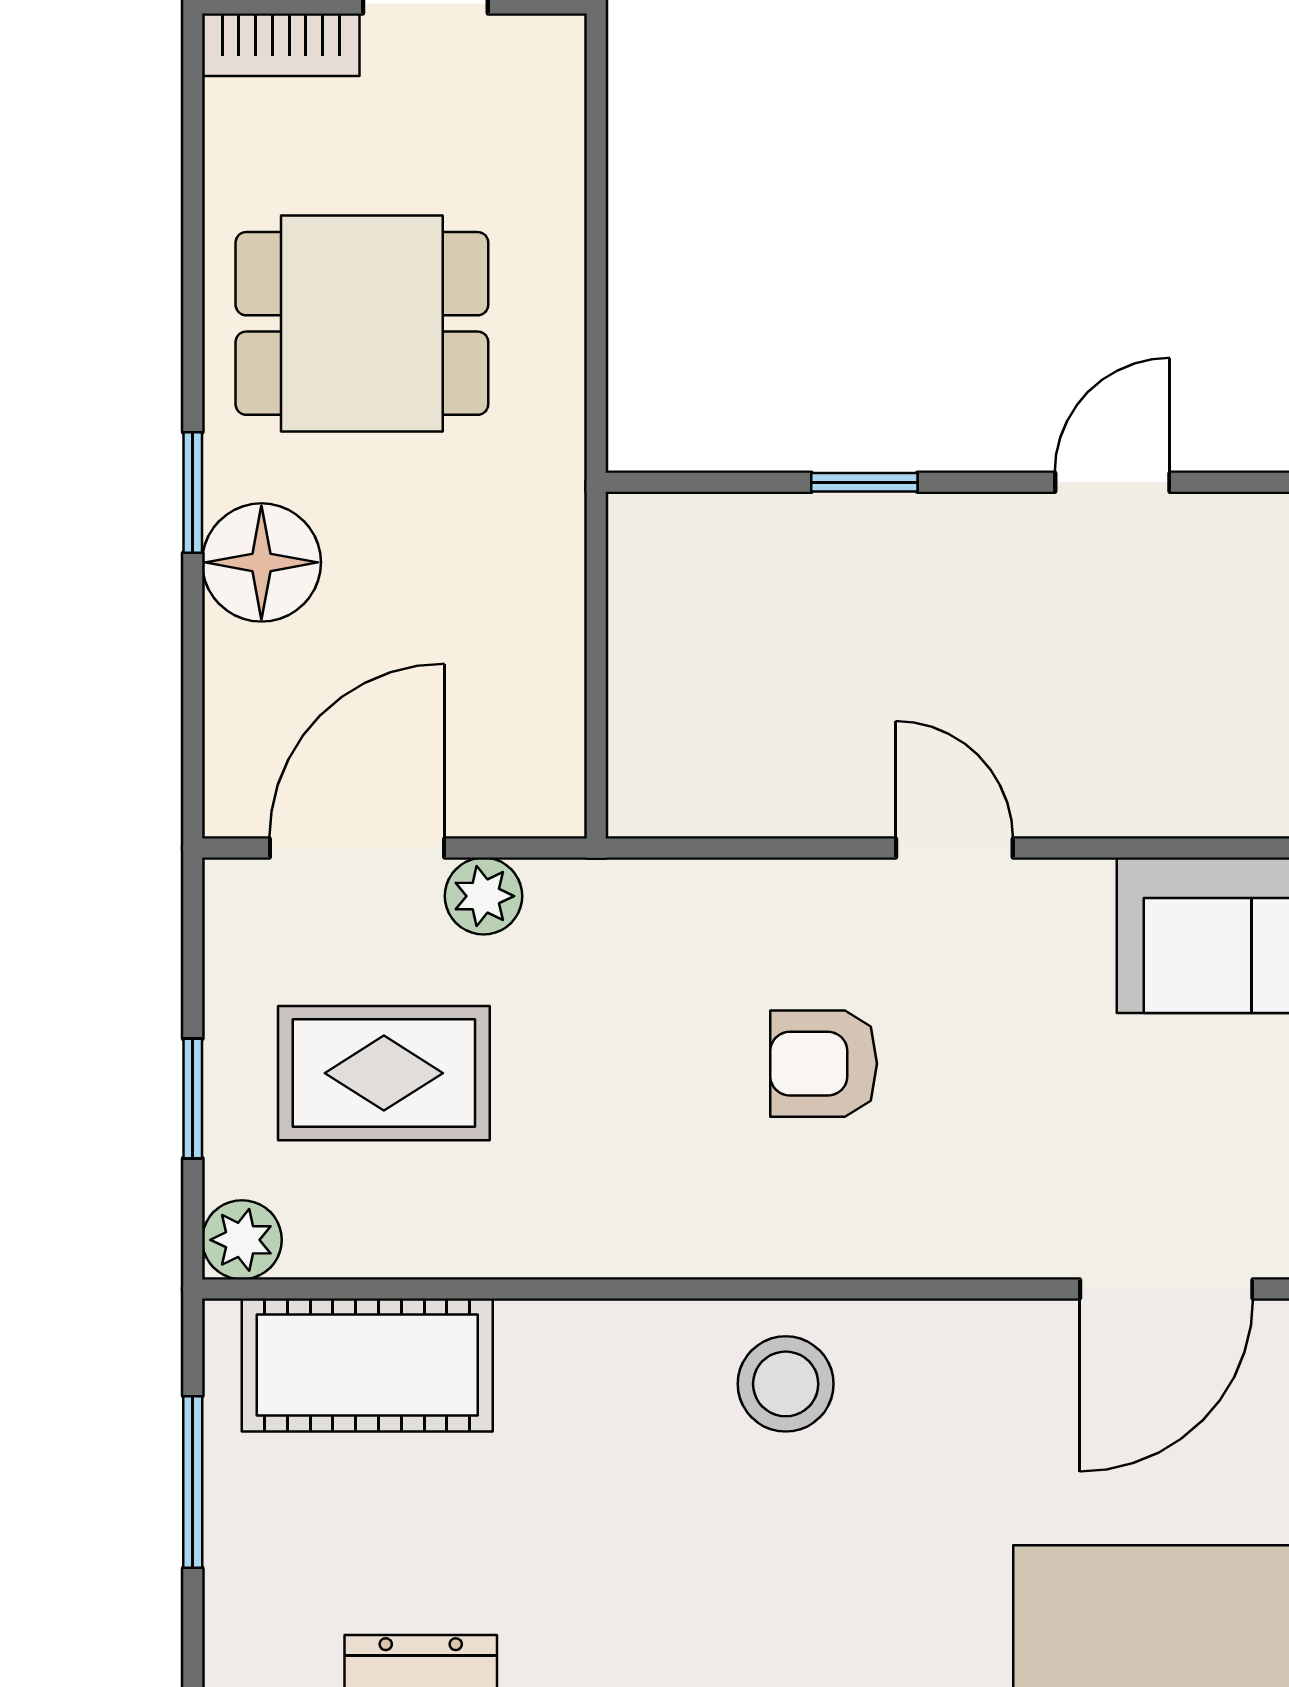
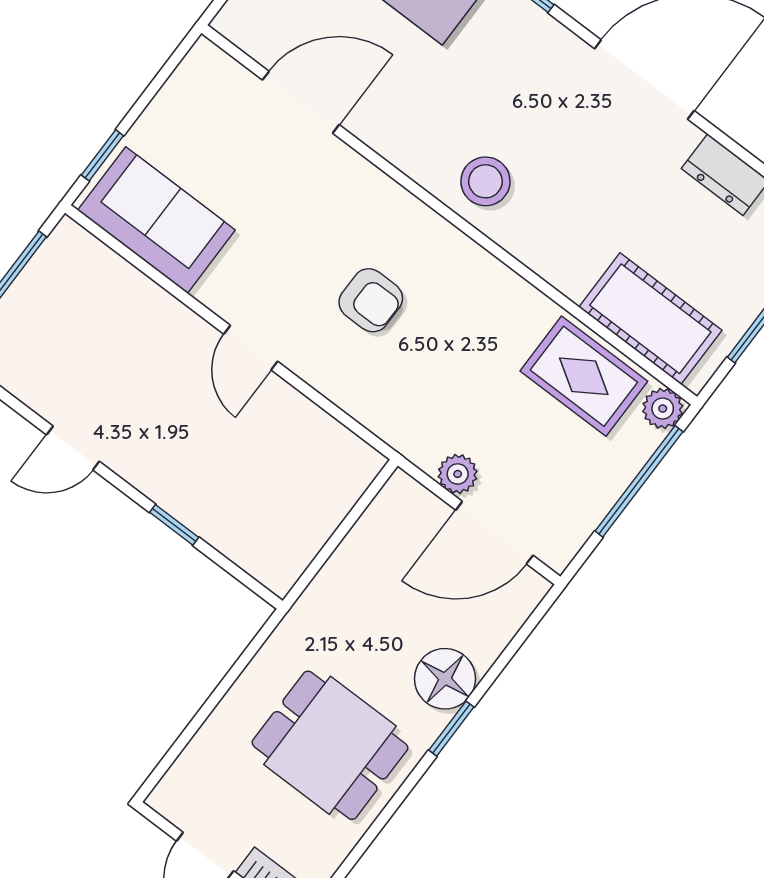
rug: (384, 1073) -> (584, 376), moved
window: (193, 1099) -> (639, 481), width x2.17

